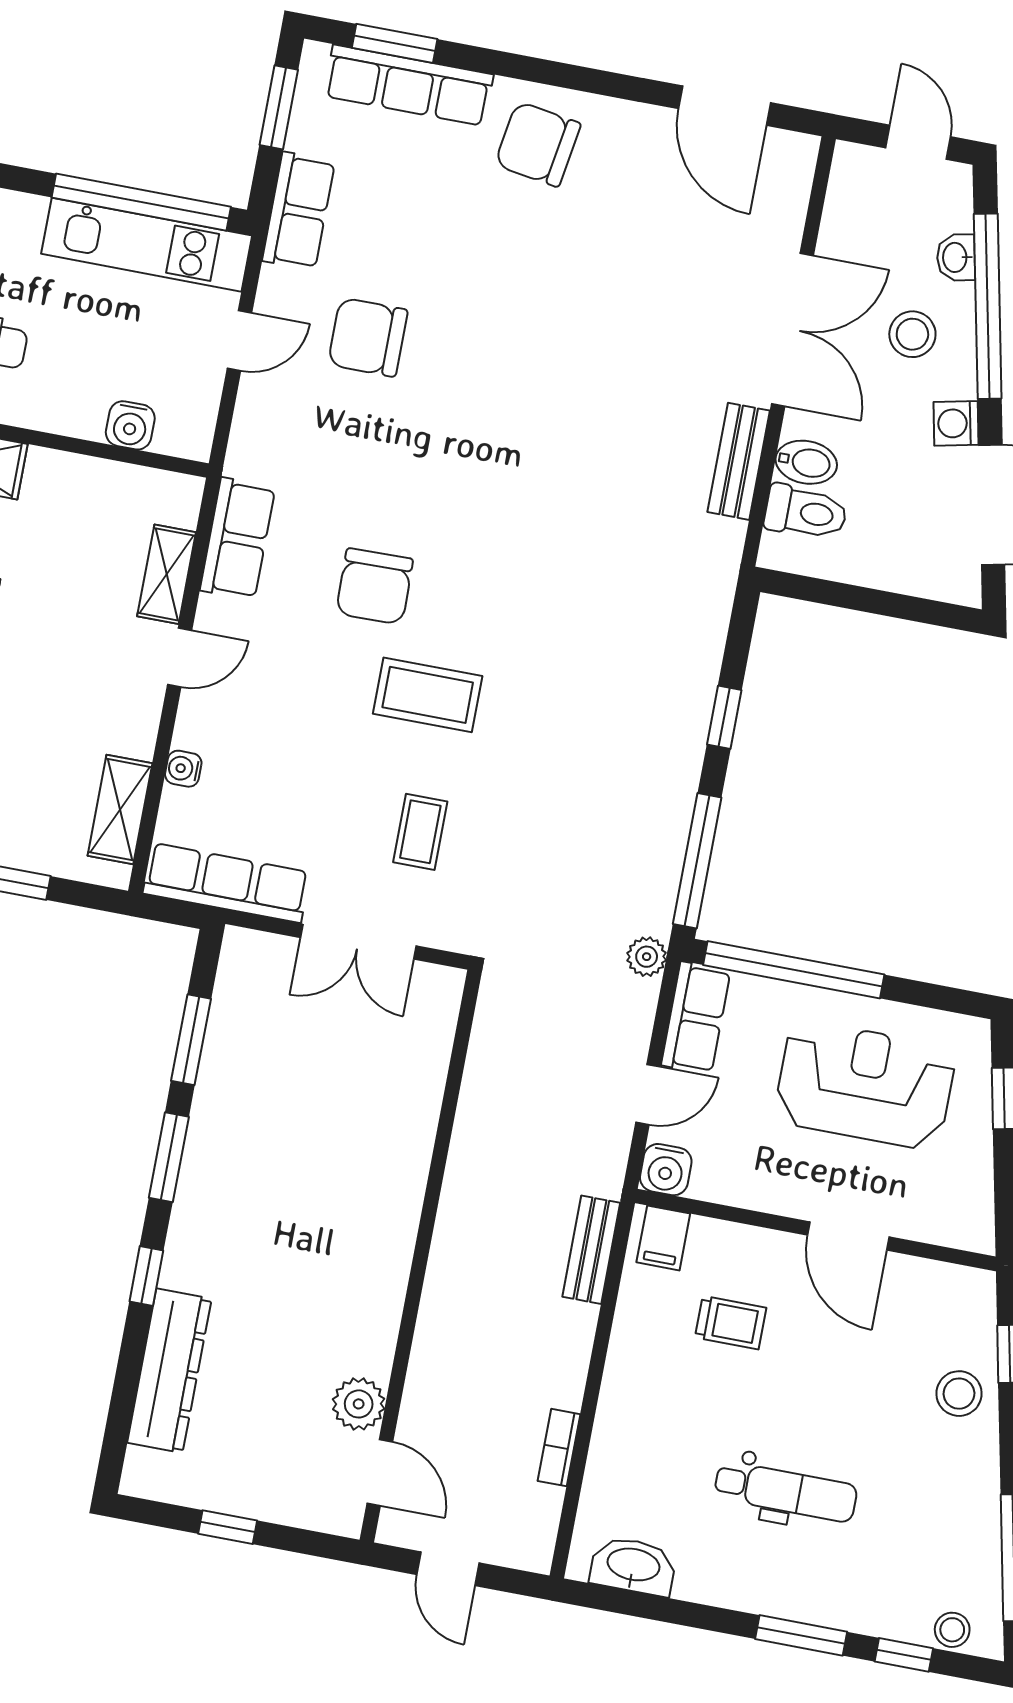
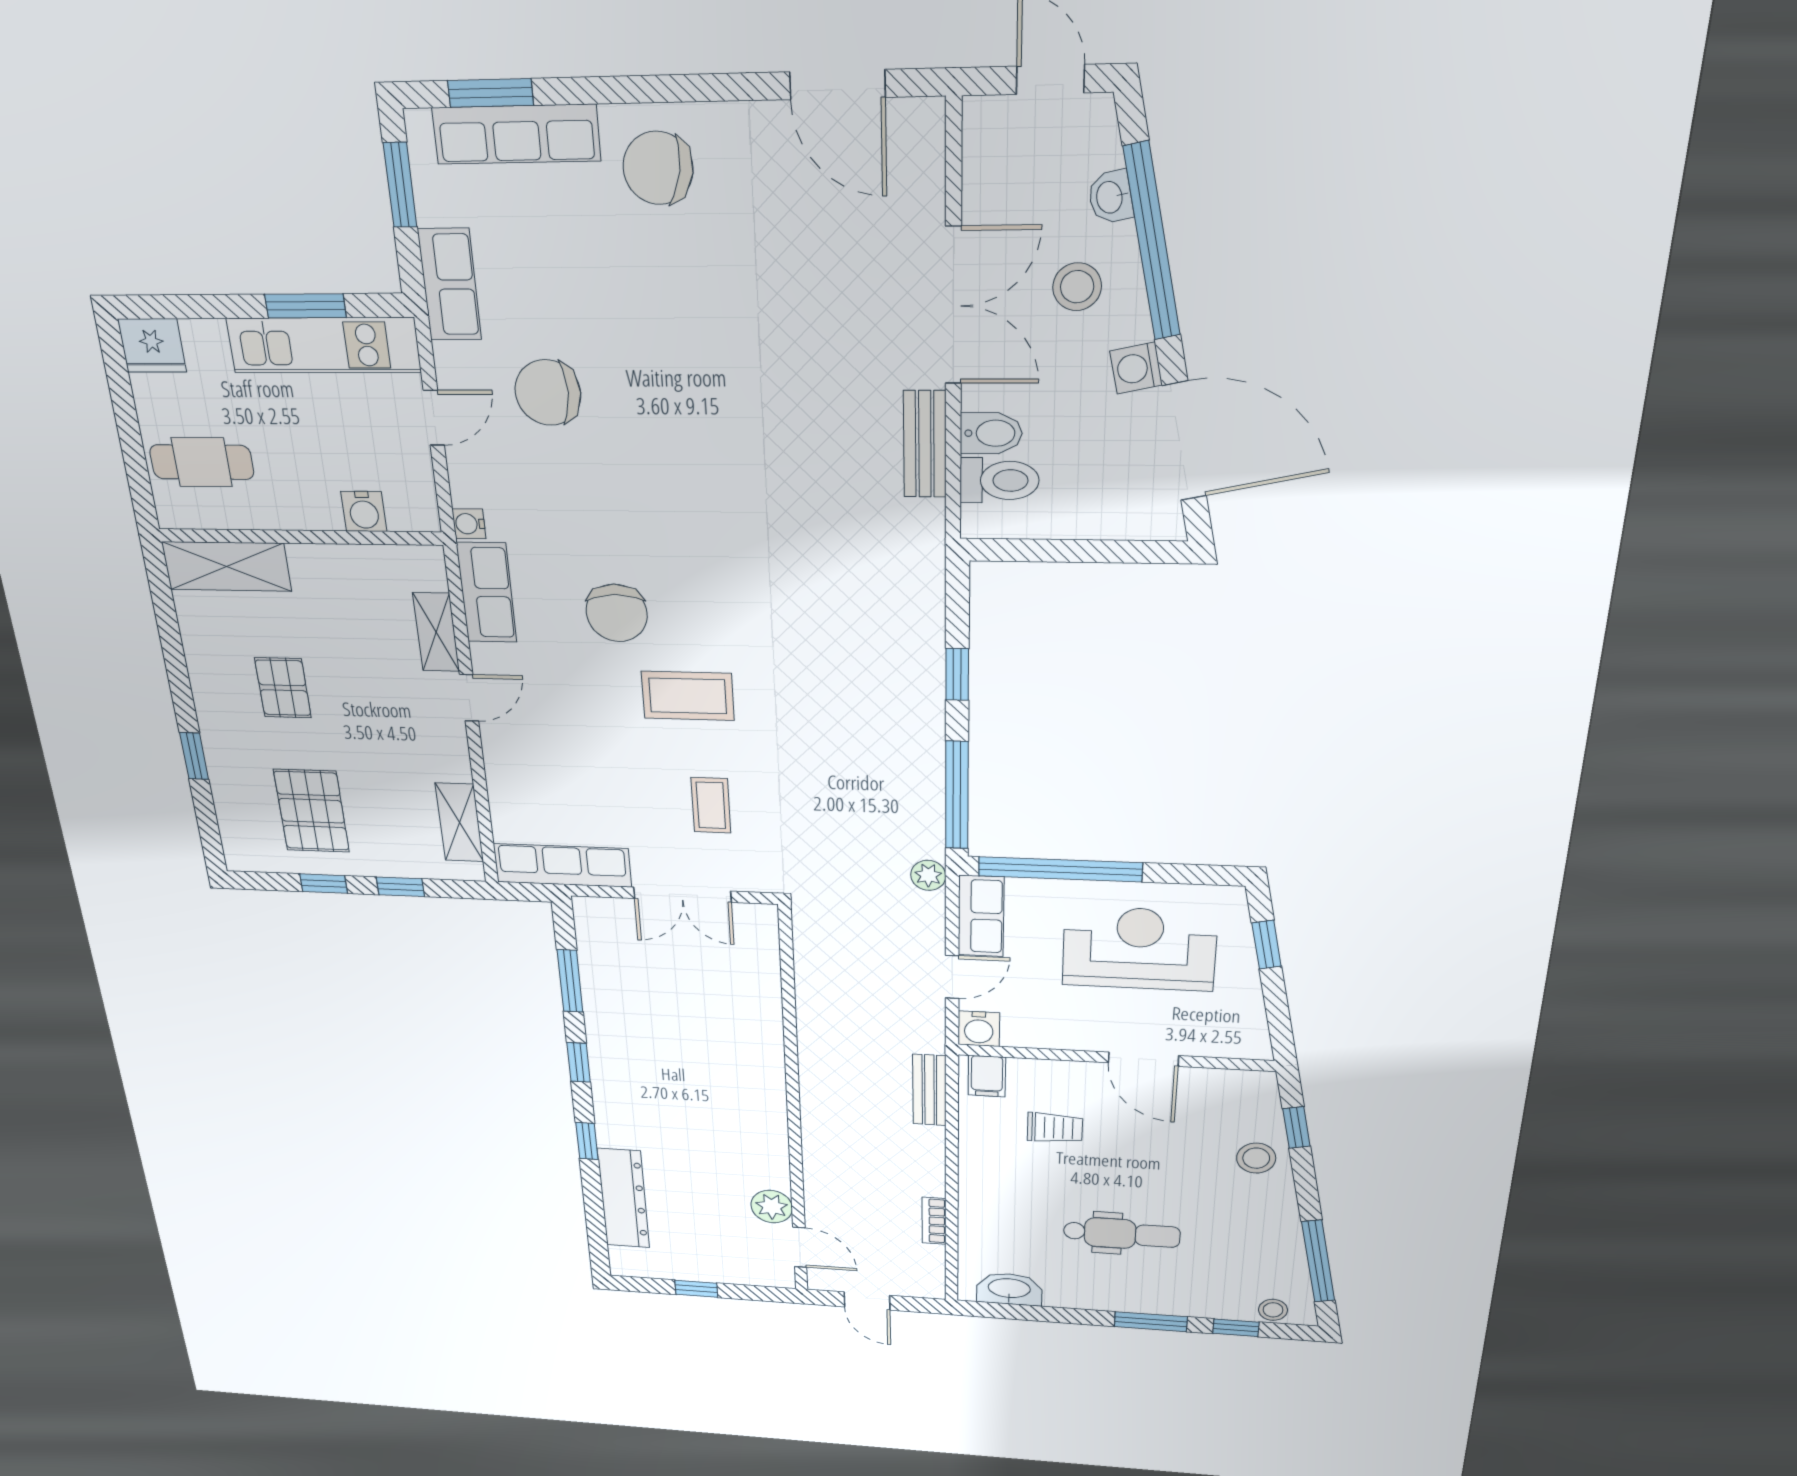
window: (141, 202) -> (305, 306), width x0.47
water cooler: (183, 769) -> (469, 524), moved
window: (169, 1157) -> (579, 1062), width x0.67

